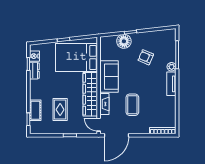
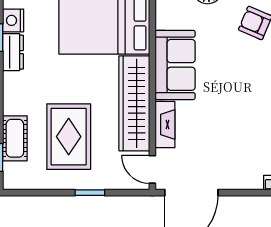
coffee table: (132, 105) -> (226, 126), removed
rug: (60, 110) -> (69, 137), width x1.36, depth x1.43

